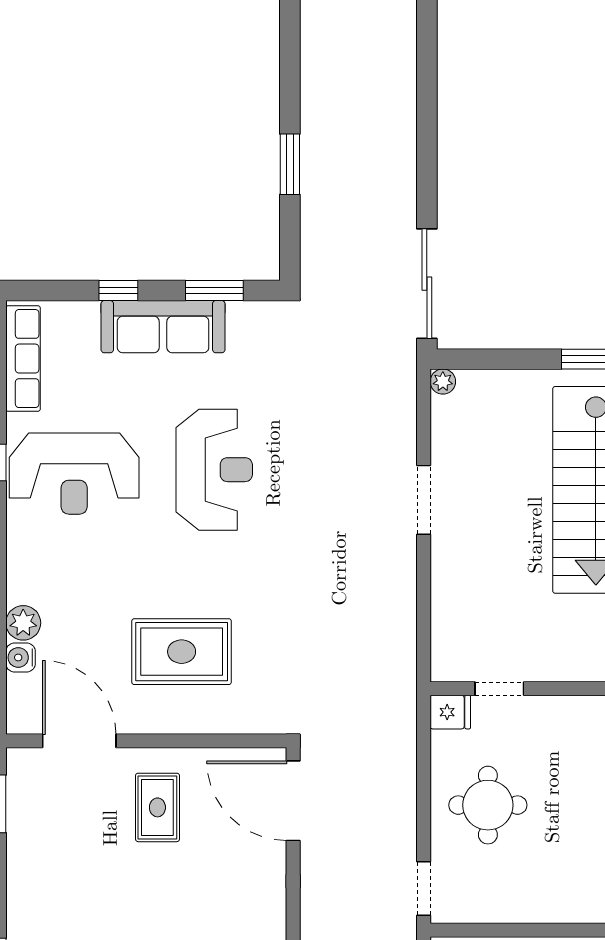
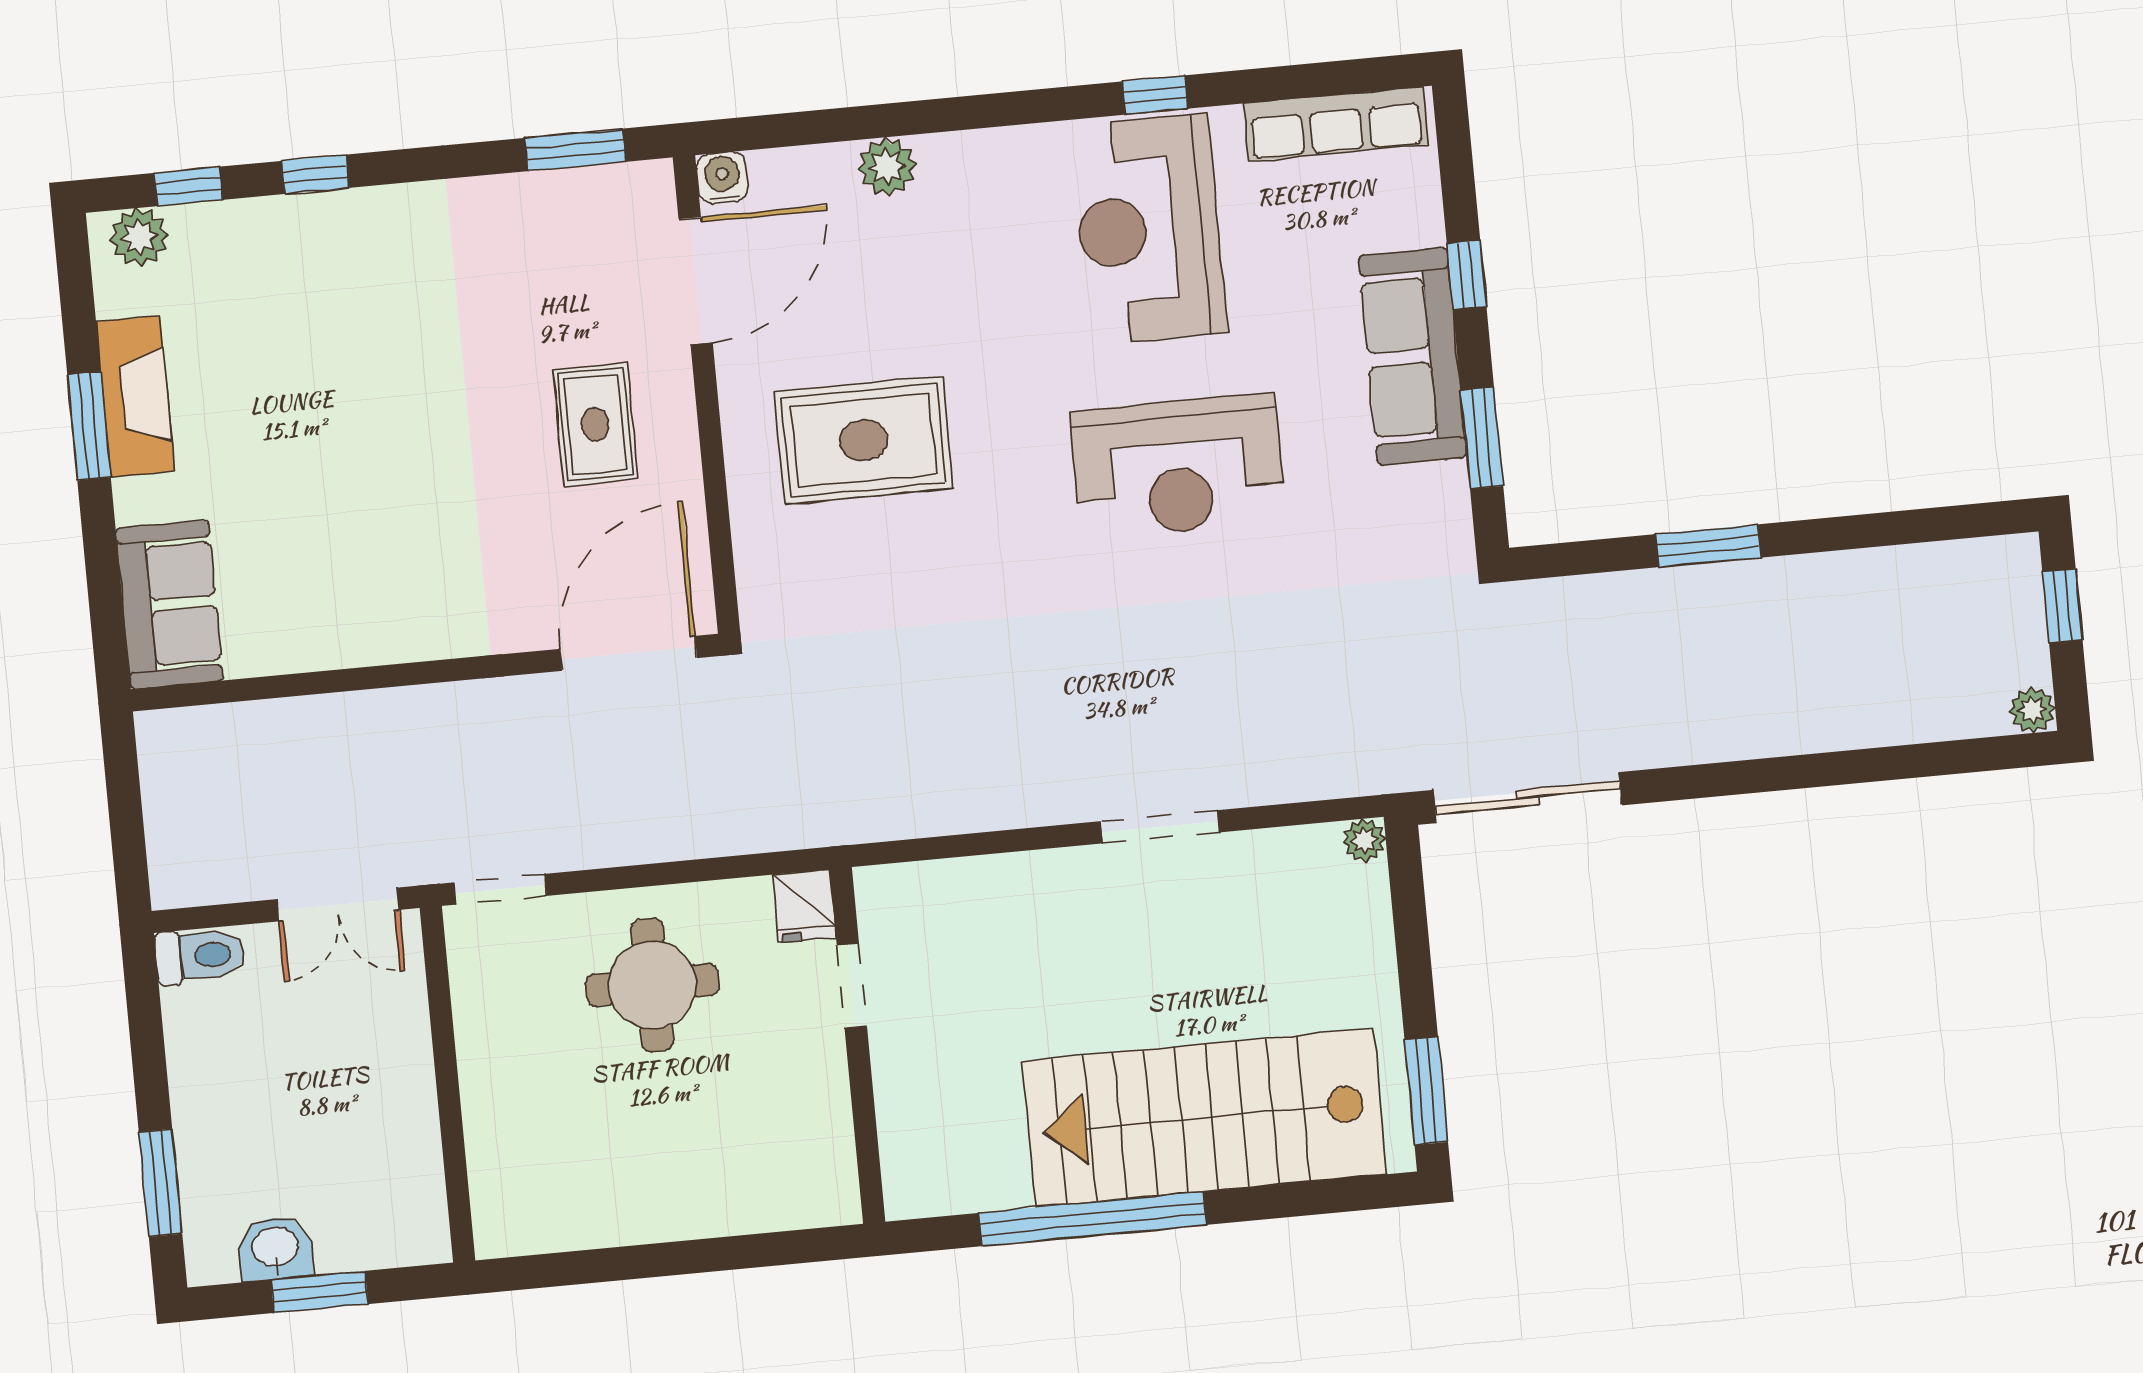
rug: (182, 652) -> (864, 440), turned 90
water cooler: (21, 657) -> (722, 178), moved
rug: (157, 807) -> (595, 424), turned 90

